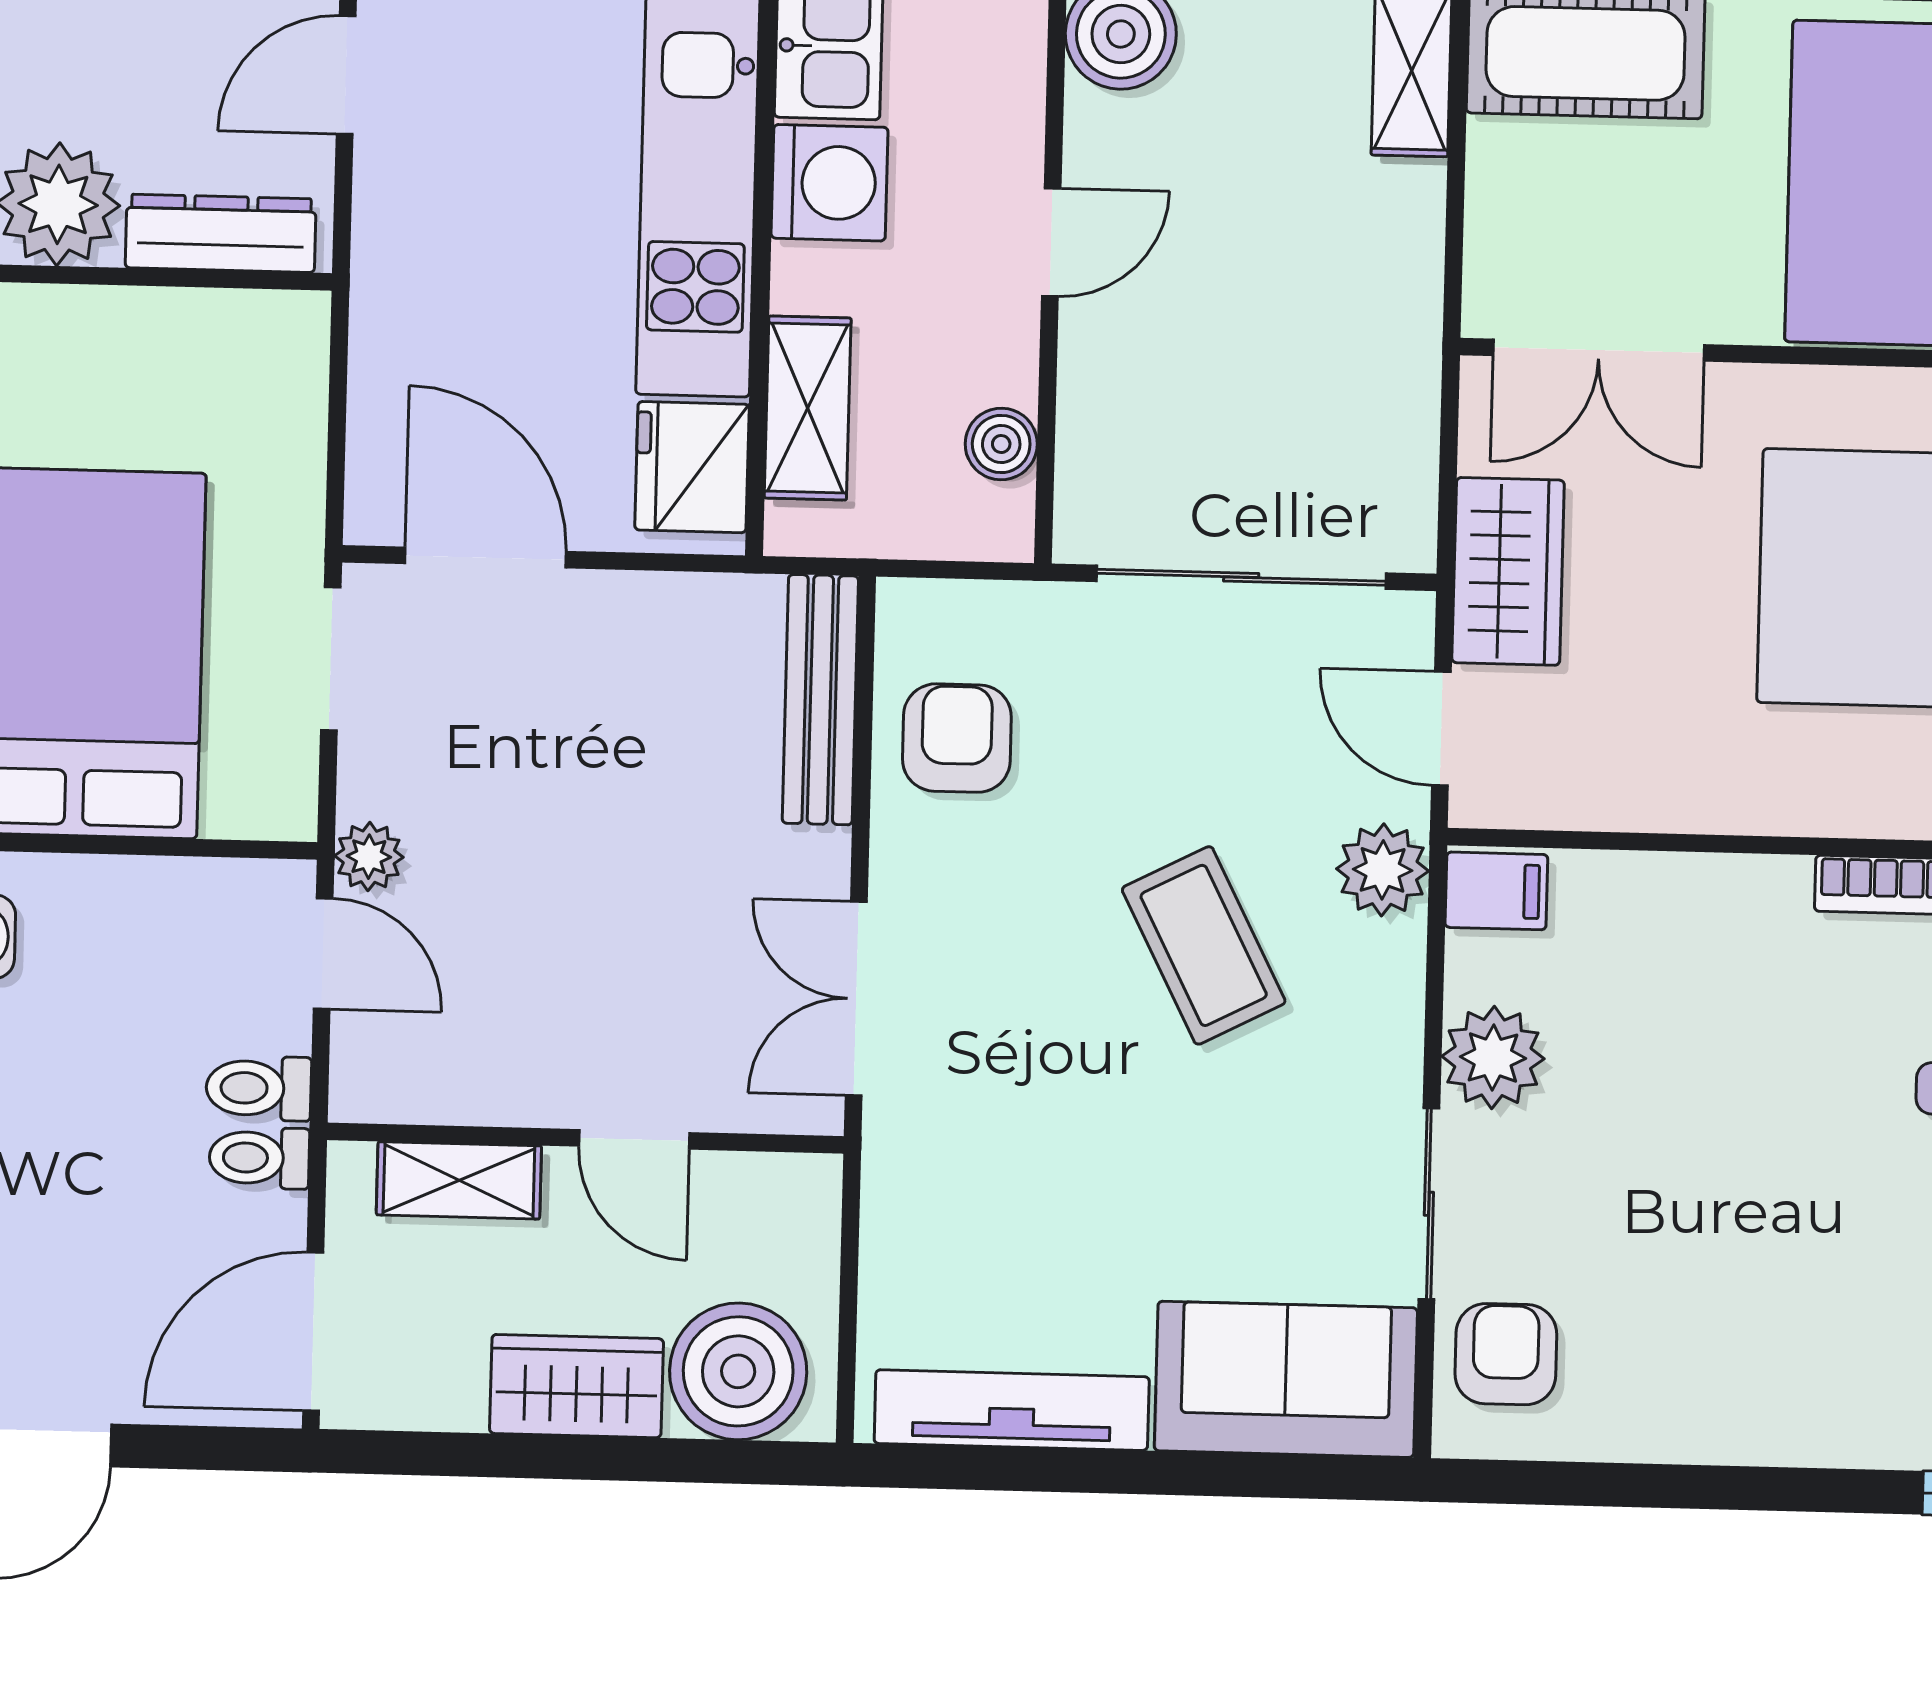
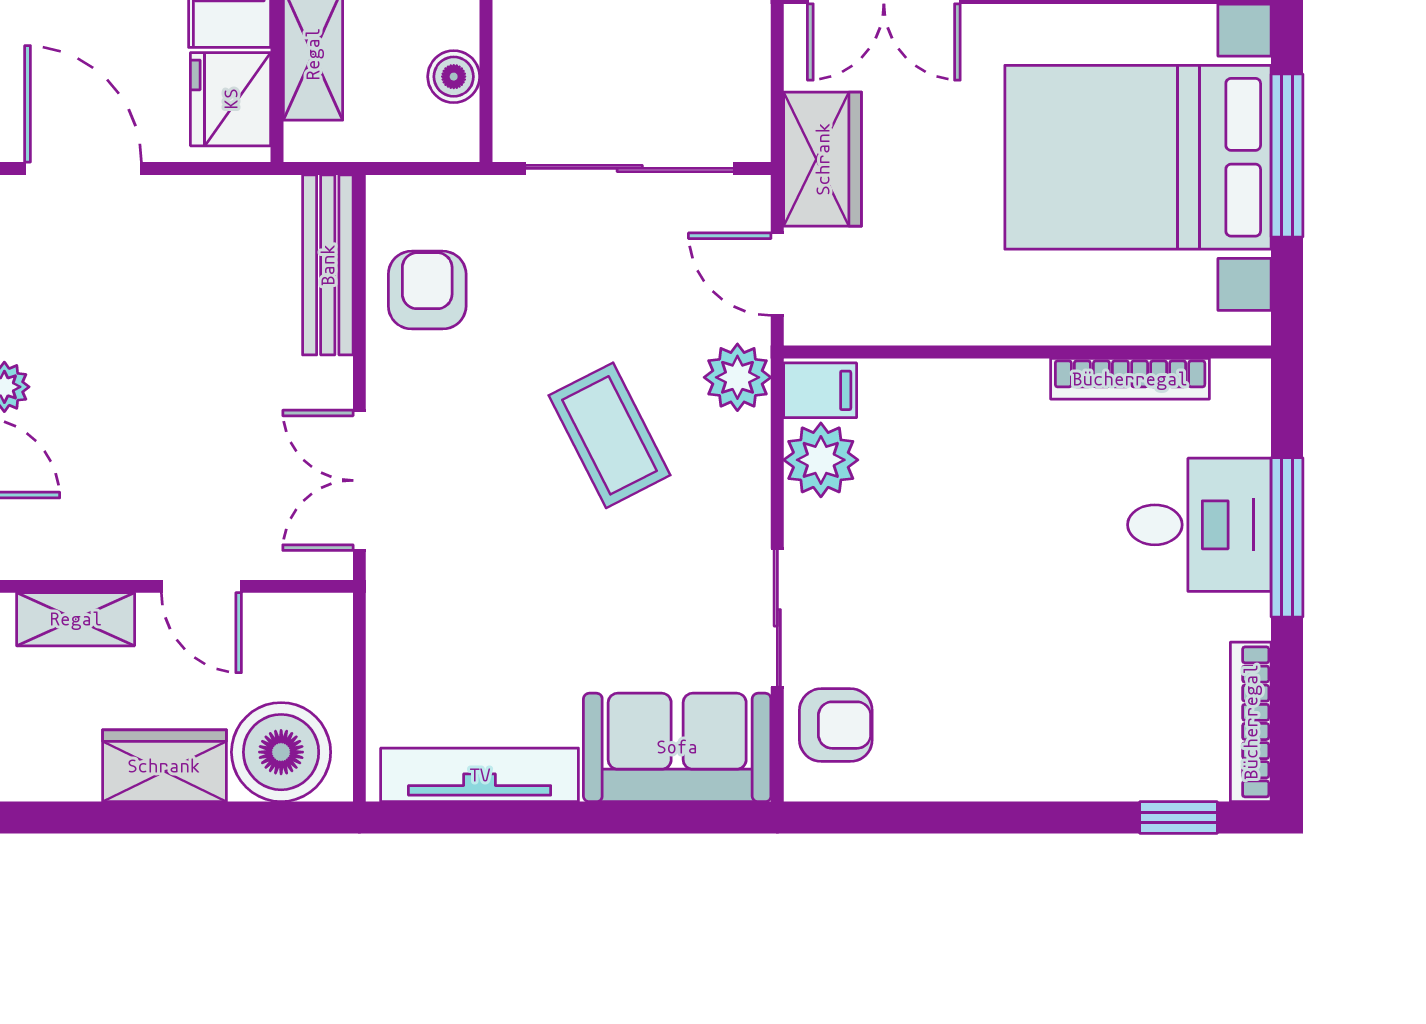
plant: (1493, 1057) -> (821, 460), moved
armchair: (1506, 1354) -> (836, 725), turned 90

